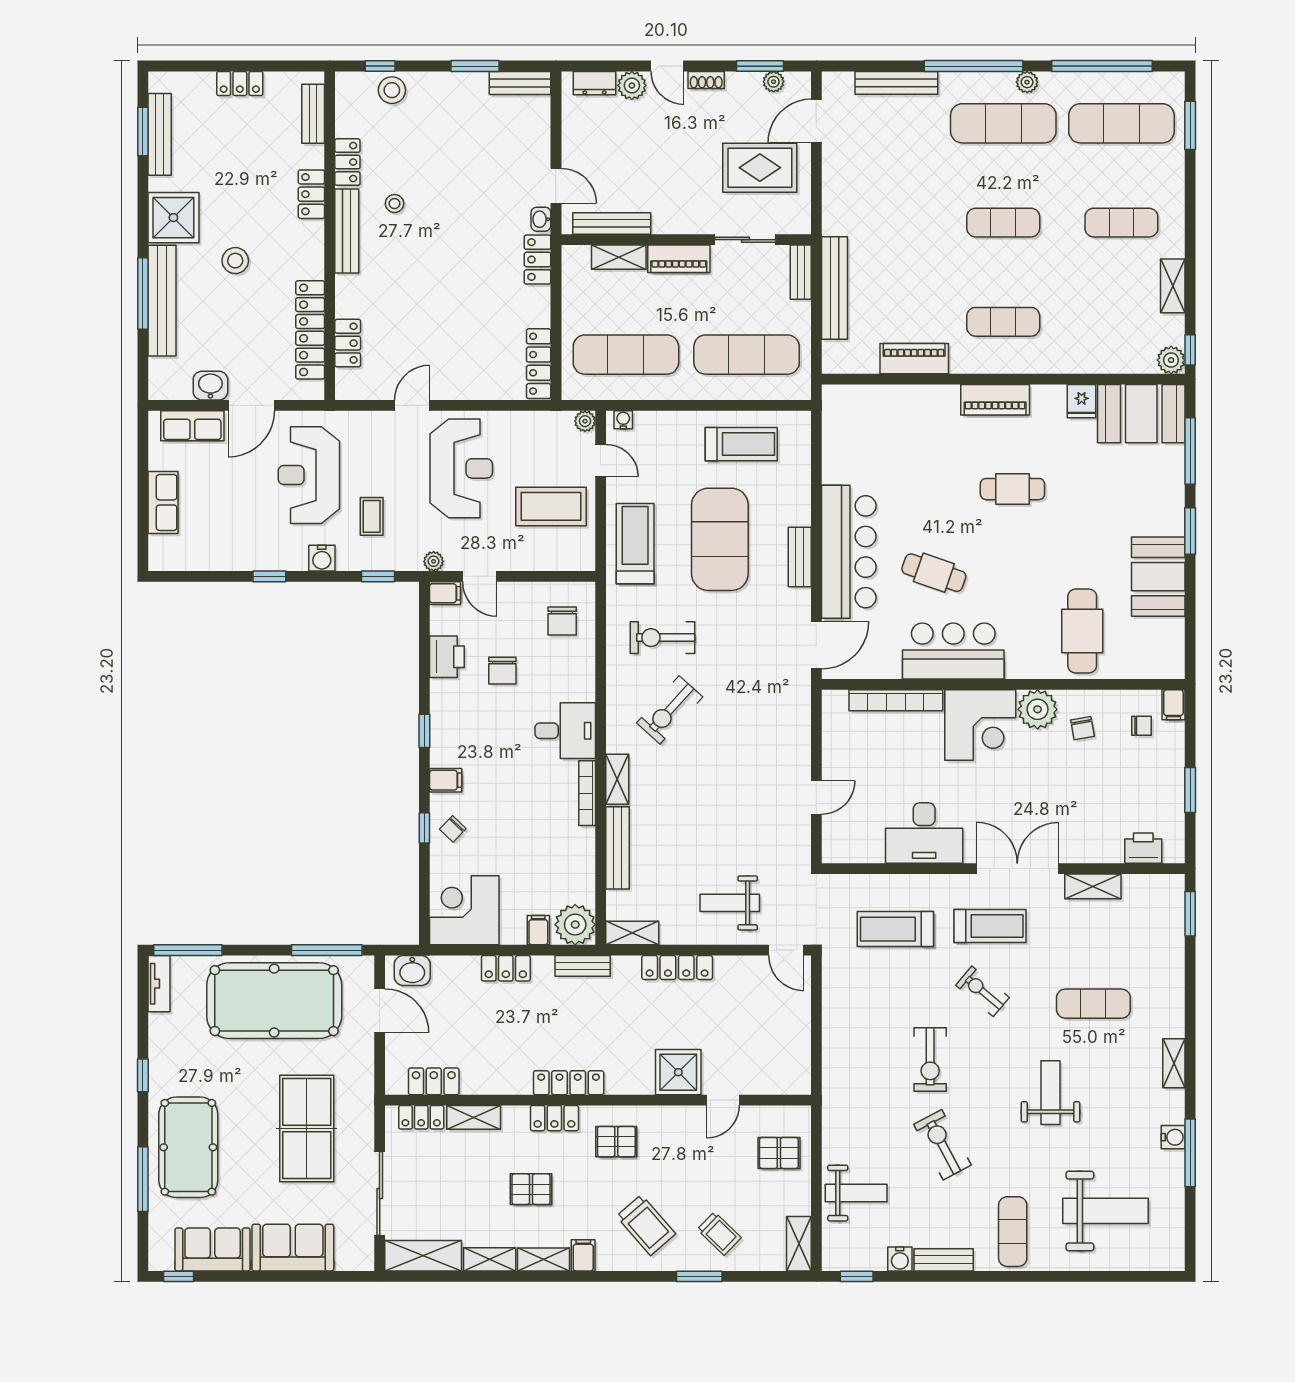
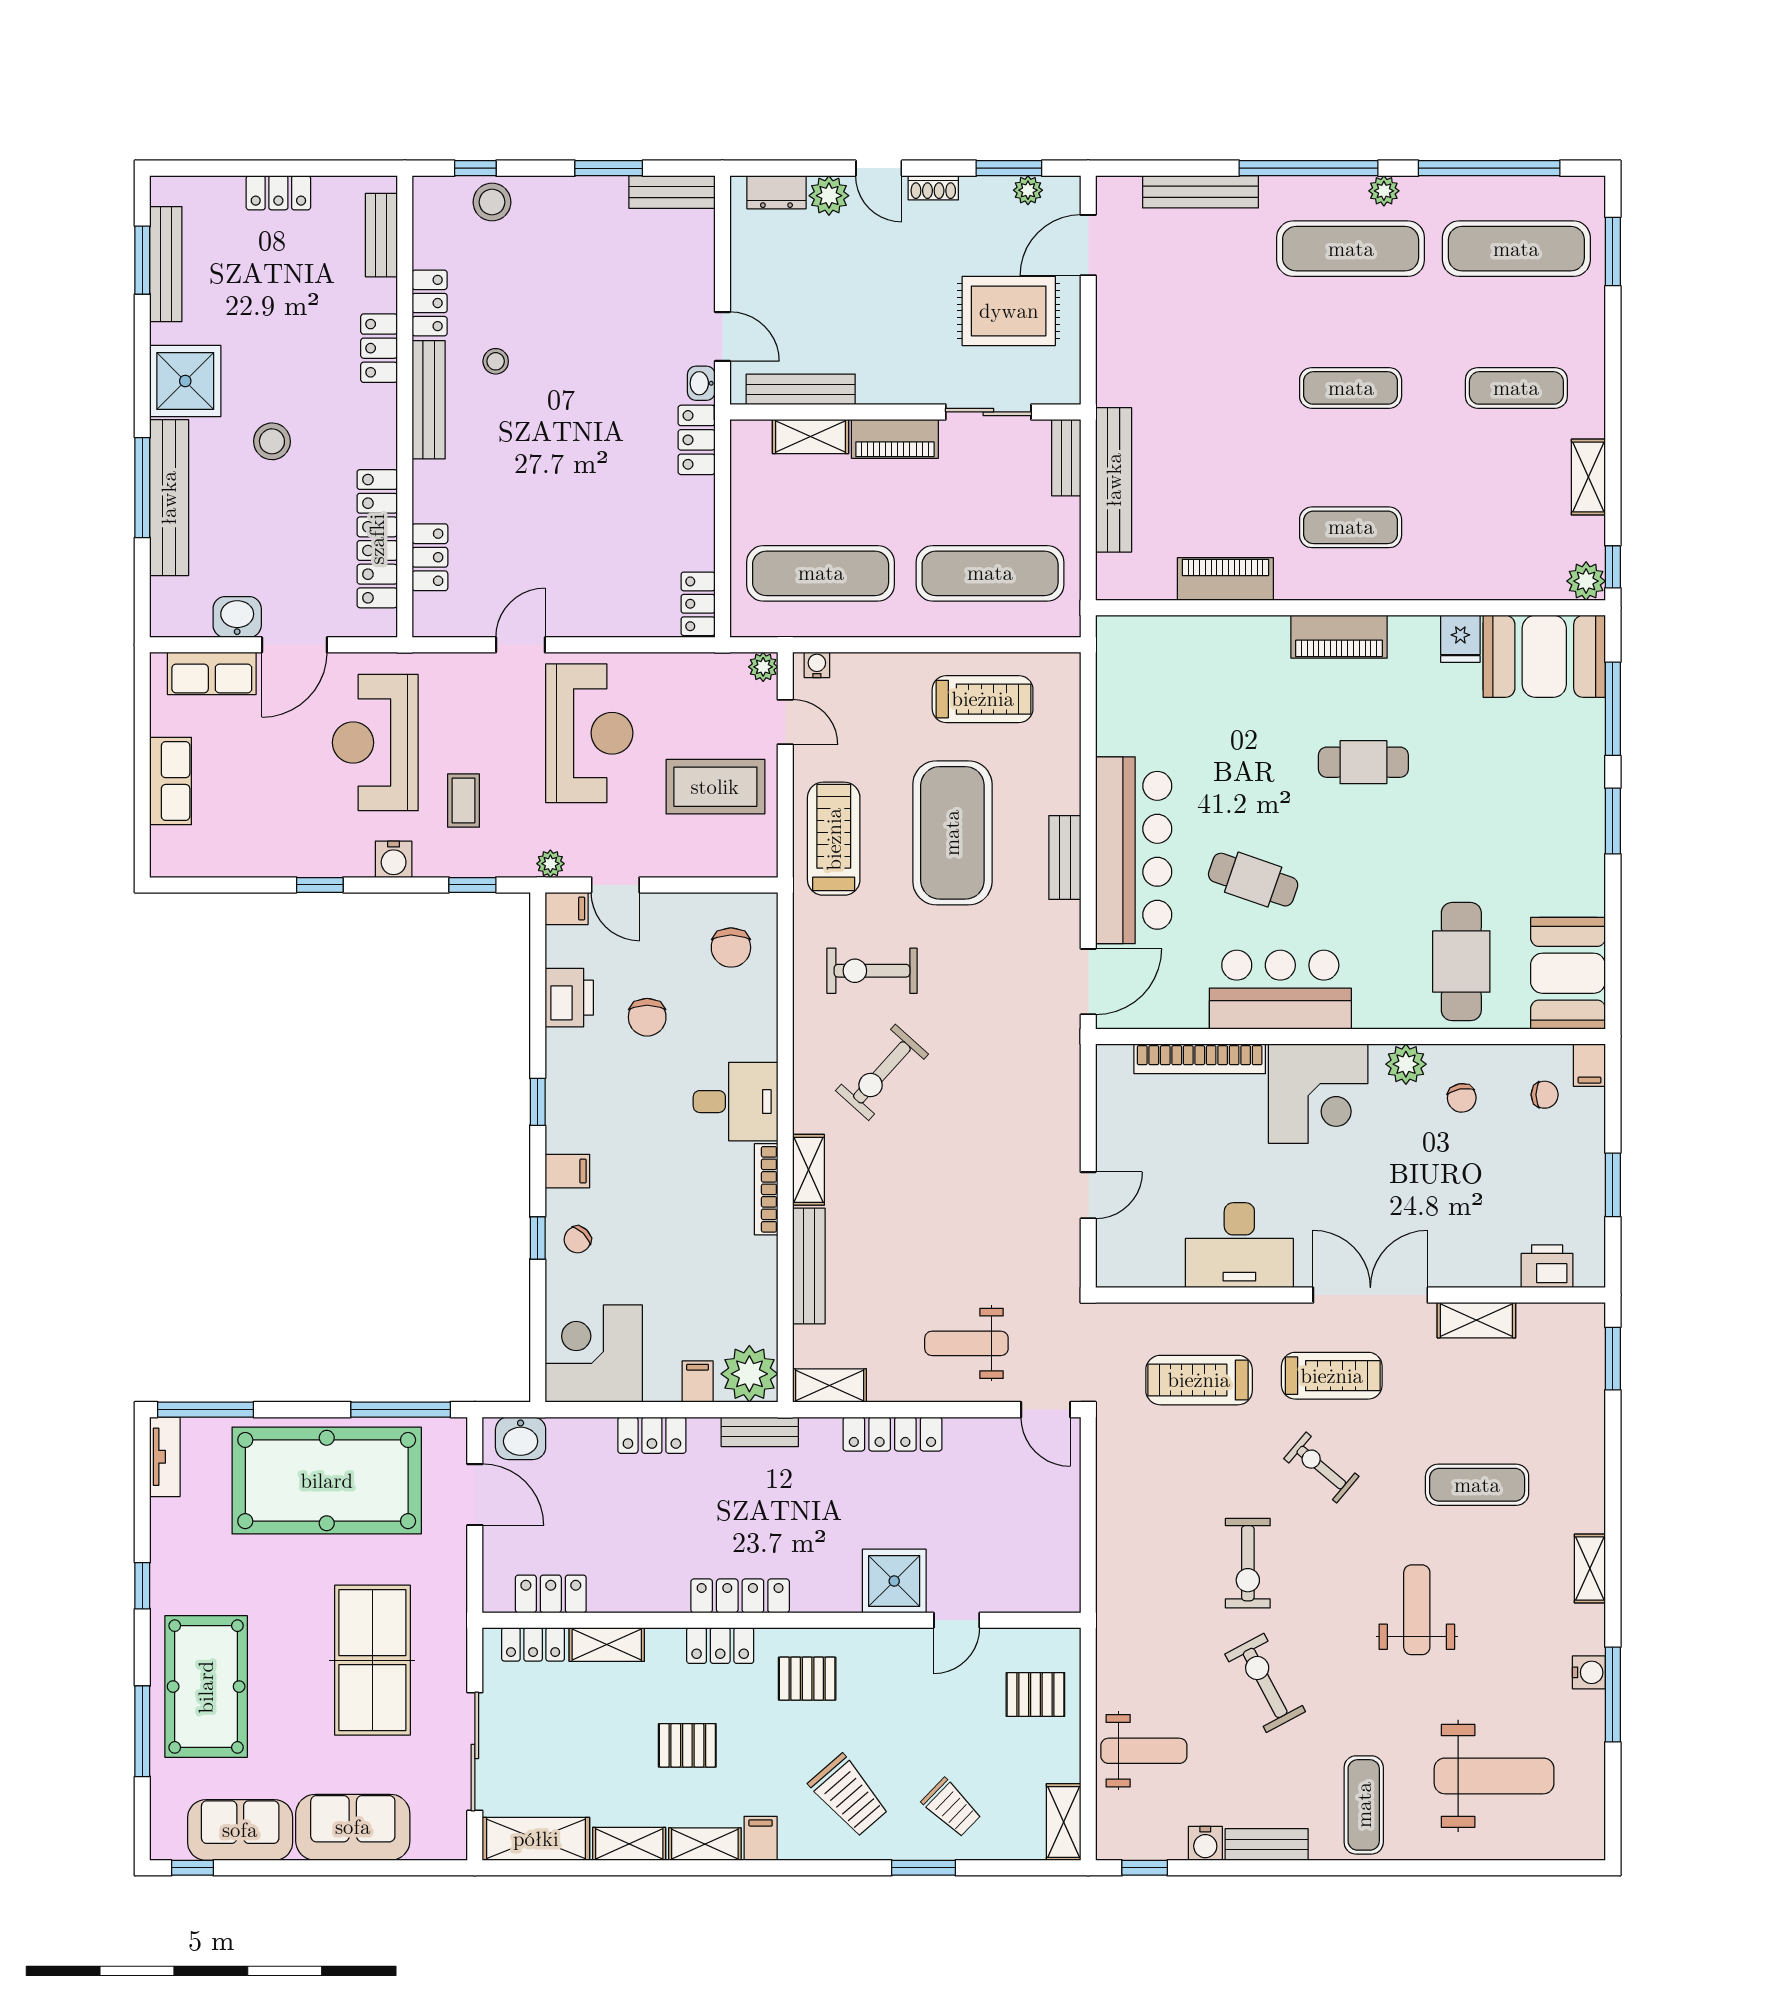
locker: (539, 364) -> (698, 604), width x0.66
booth: (1158, 577) -> (1568, 973), moved
plant: (1038, 709) -> (1406, 1064), width x0.73, depth x0.73

